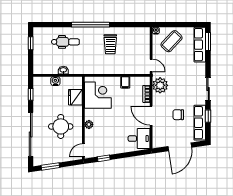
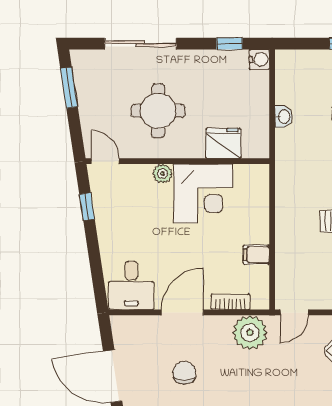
water cooler: (55, 81) -> (259, 59), moved
corner desk: (98, 95) -> (203, 194), moved
sliding door: (31, 134) -> (140, 44), width x0.73

